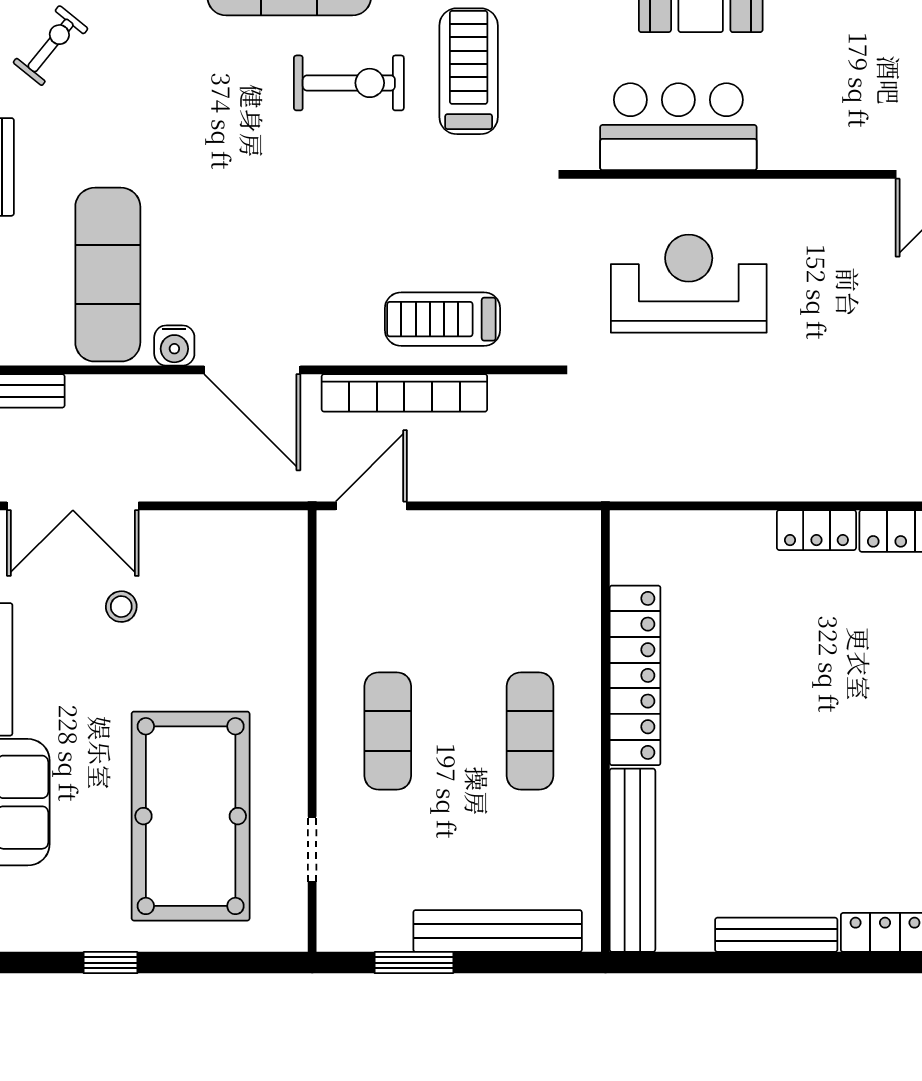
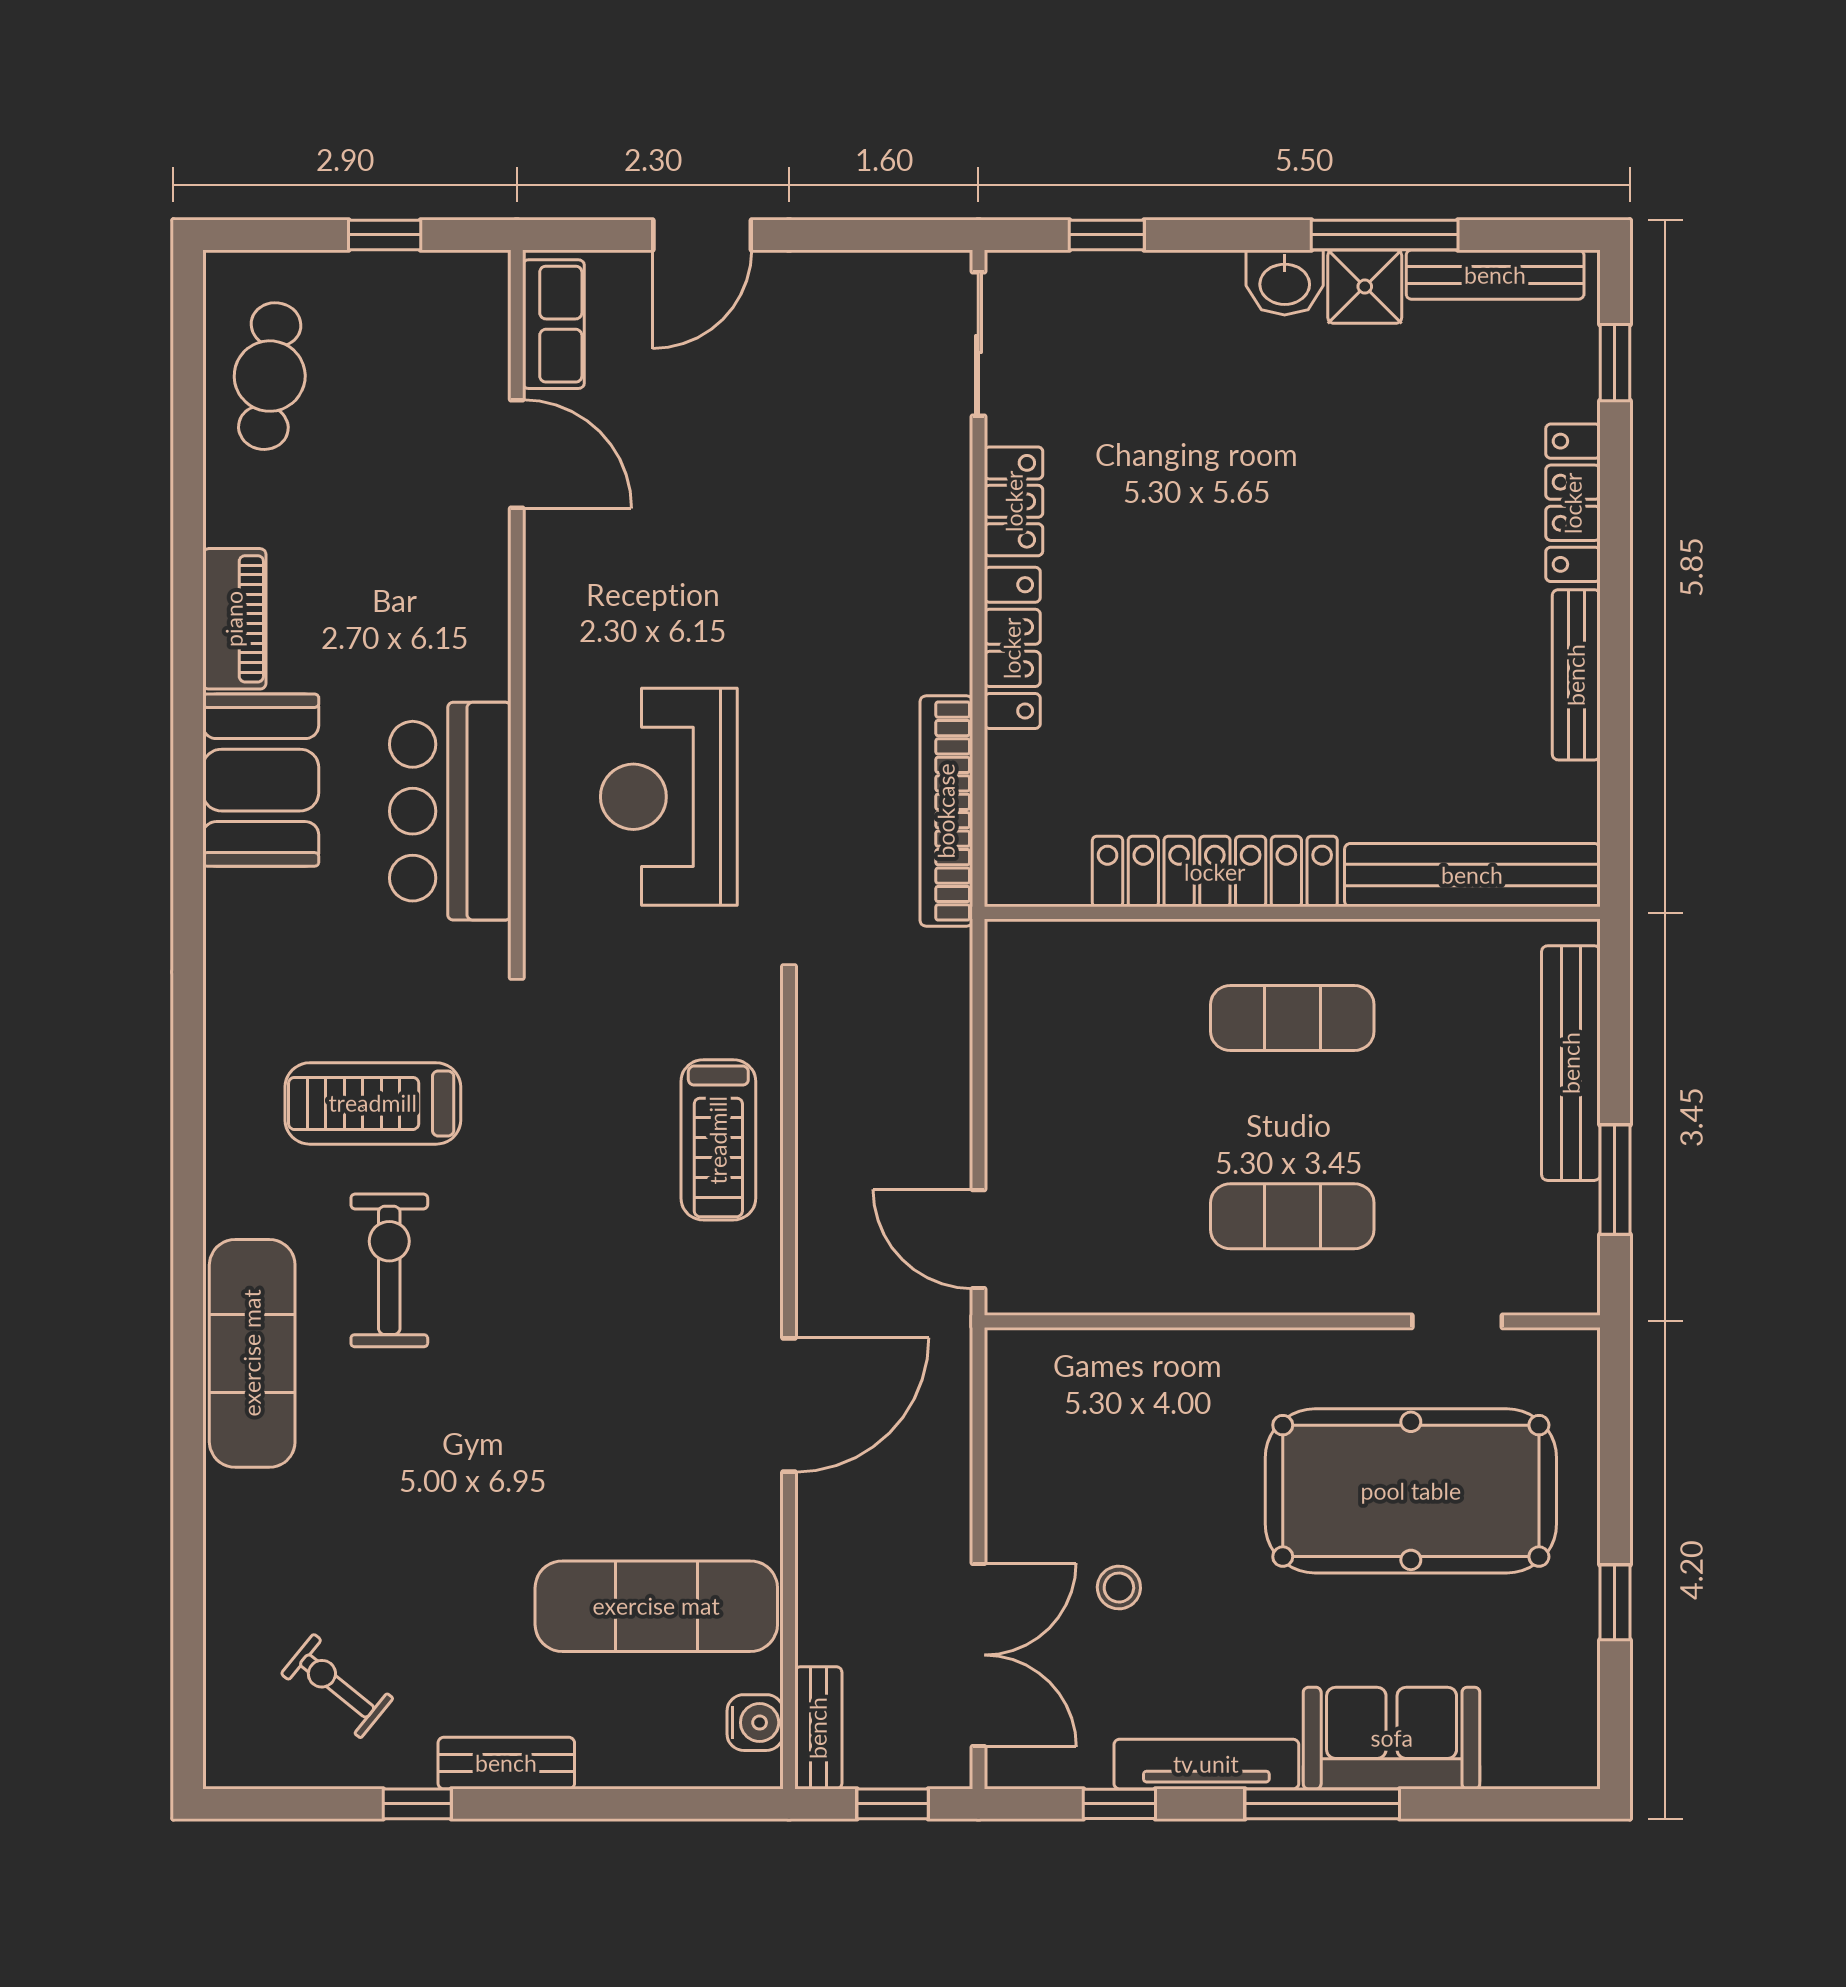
water cooler: (174, 345) -> (755, 1723), moved
bookcase: (404, 393) -> (946, 811), moved, turned 180
locker: (816, 530) -> (1012, 648), width x1.53

